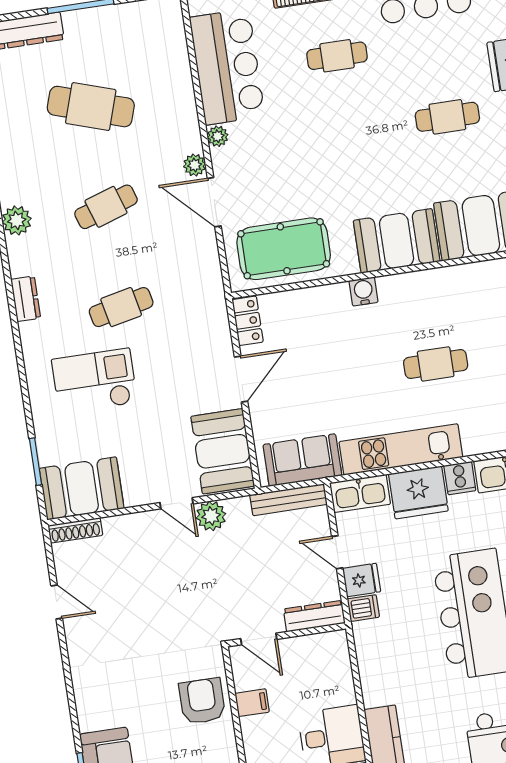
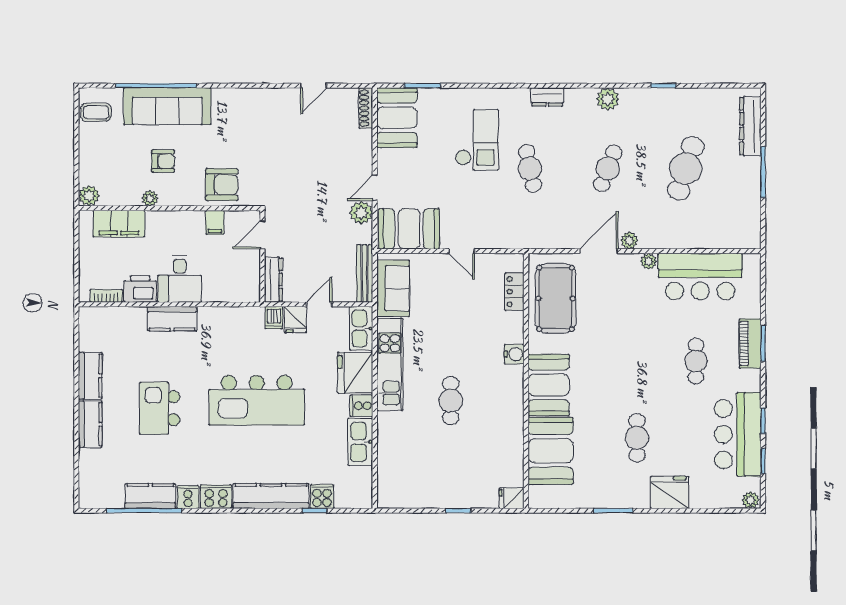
cafe table: (106, 207) -> (608, 168), turned 39
locker: (248, 321) -> (514, 292), moved, turned 90
door: (241, 379) -> (462, 251), width x0.73

